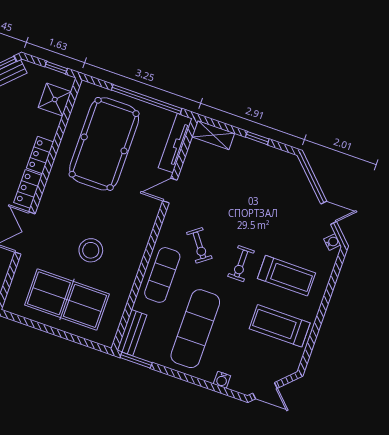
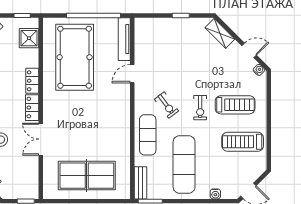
shelving: (213, 135) -> (220, 33), moved, turned 45
stool: (91, 250) -> (91, 135), removed

